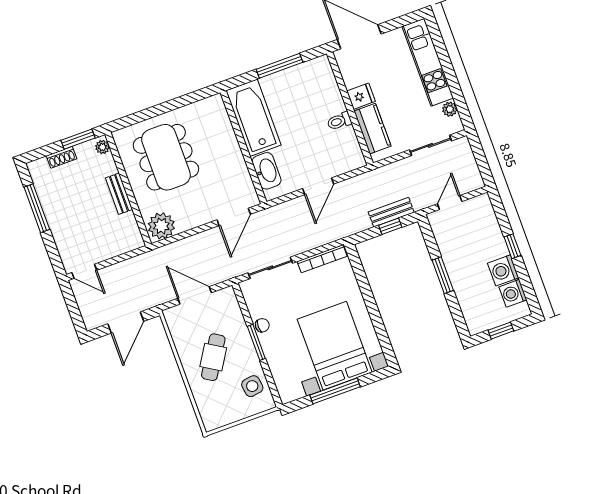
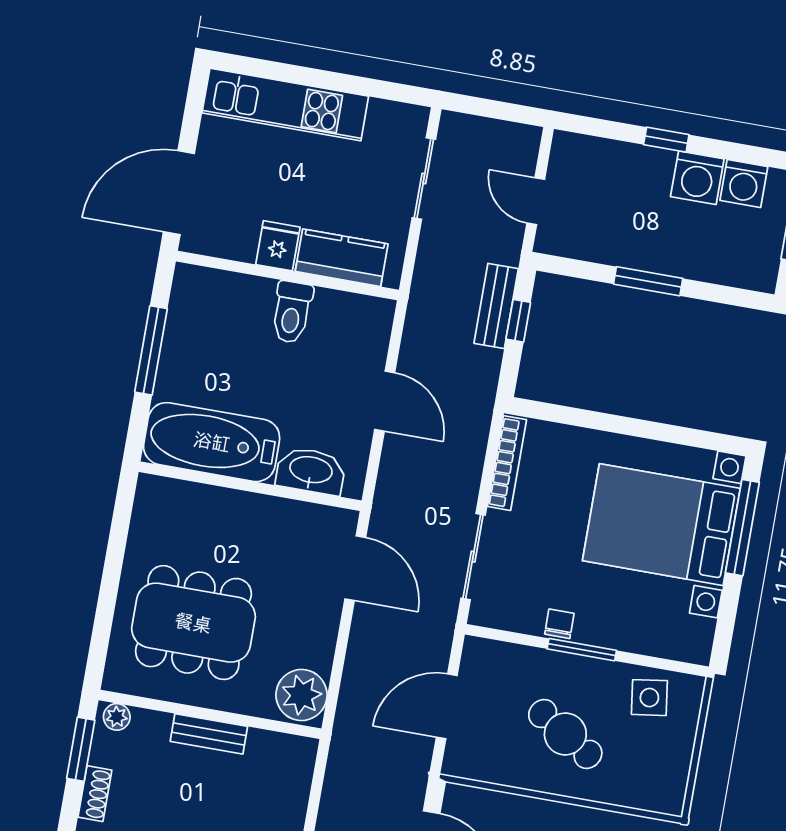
plant: (450, 109) -> (383, 113), removed
toilet: (339, 121) -> (292, 312), width x1.37, depth x1.39
window: (335, 391) -> (742, 528), moved

